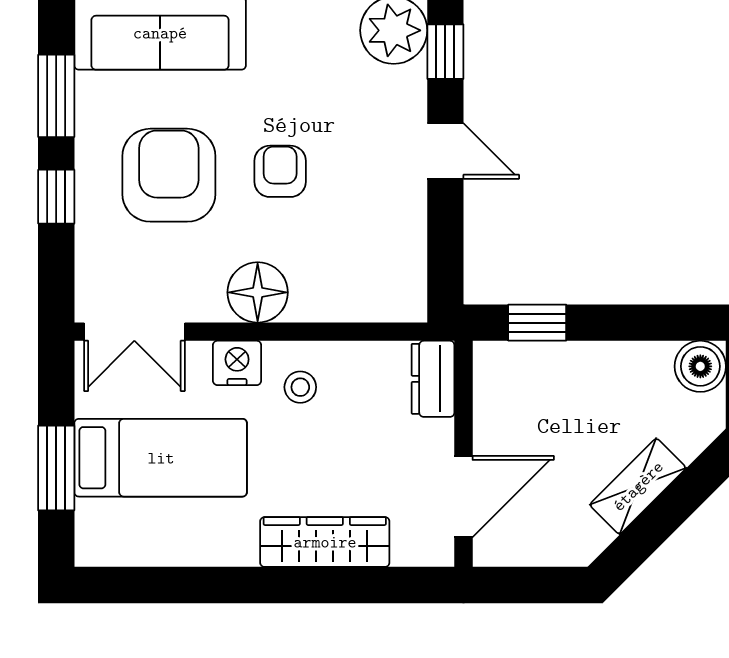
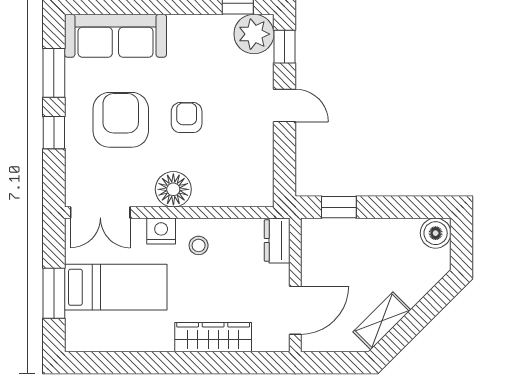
shelving: (638, 486) -> (382, 321), moved

